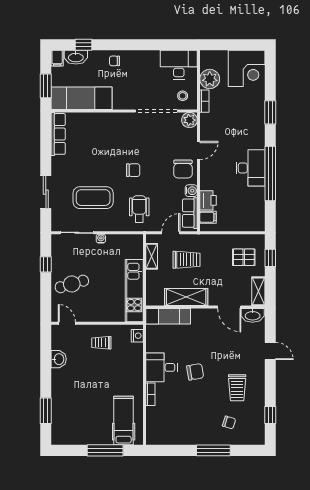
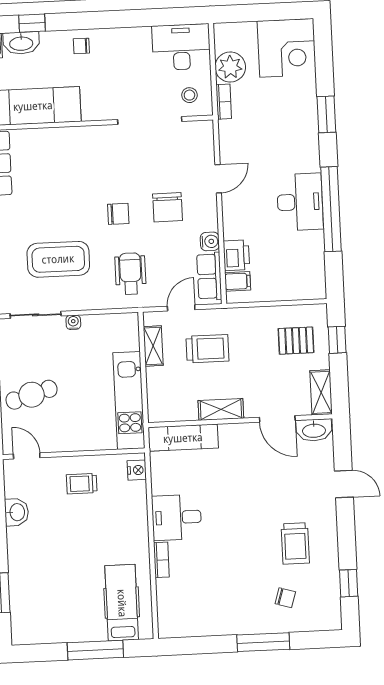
plant: (189, 120) -> (202, 132), removed
chair: (183, 169) -> (167, 207), moved
shelving: (186, 297) -> (221, 409), width x0.67, depth x0.75
chair: (195, 372) -> (229, 522), removed

